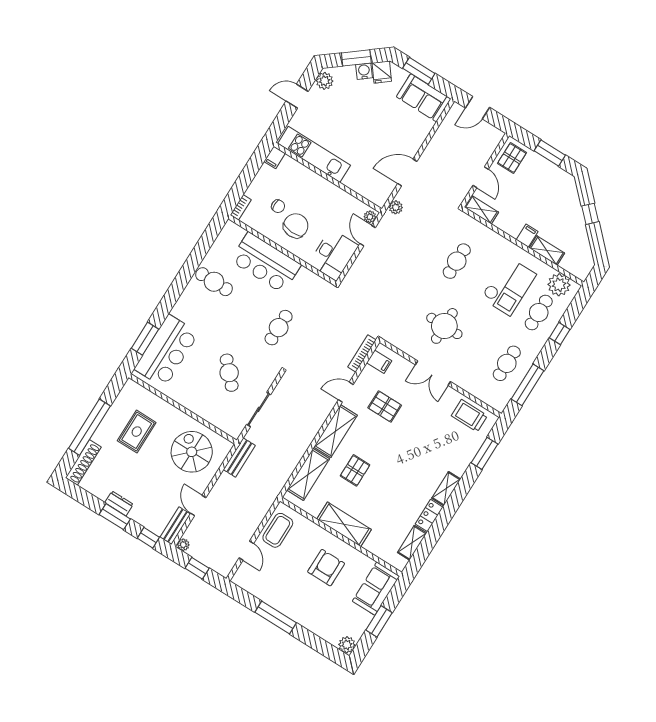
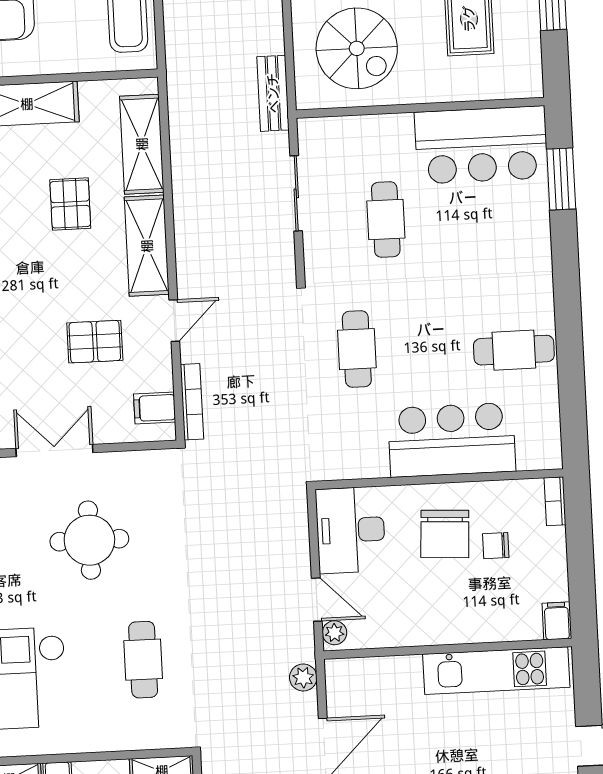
bar counter: (166, 351) -> (481, 145), moved, turned -90
cafe table: (229, 373) -> (386, 220), turned 43

